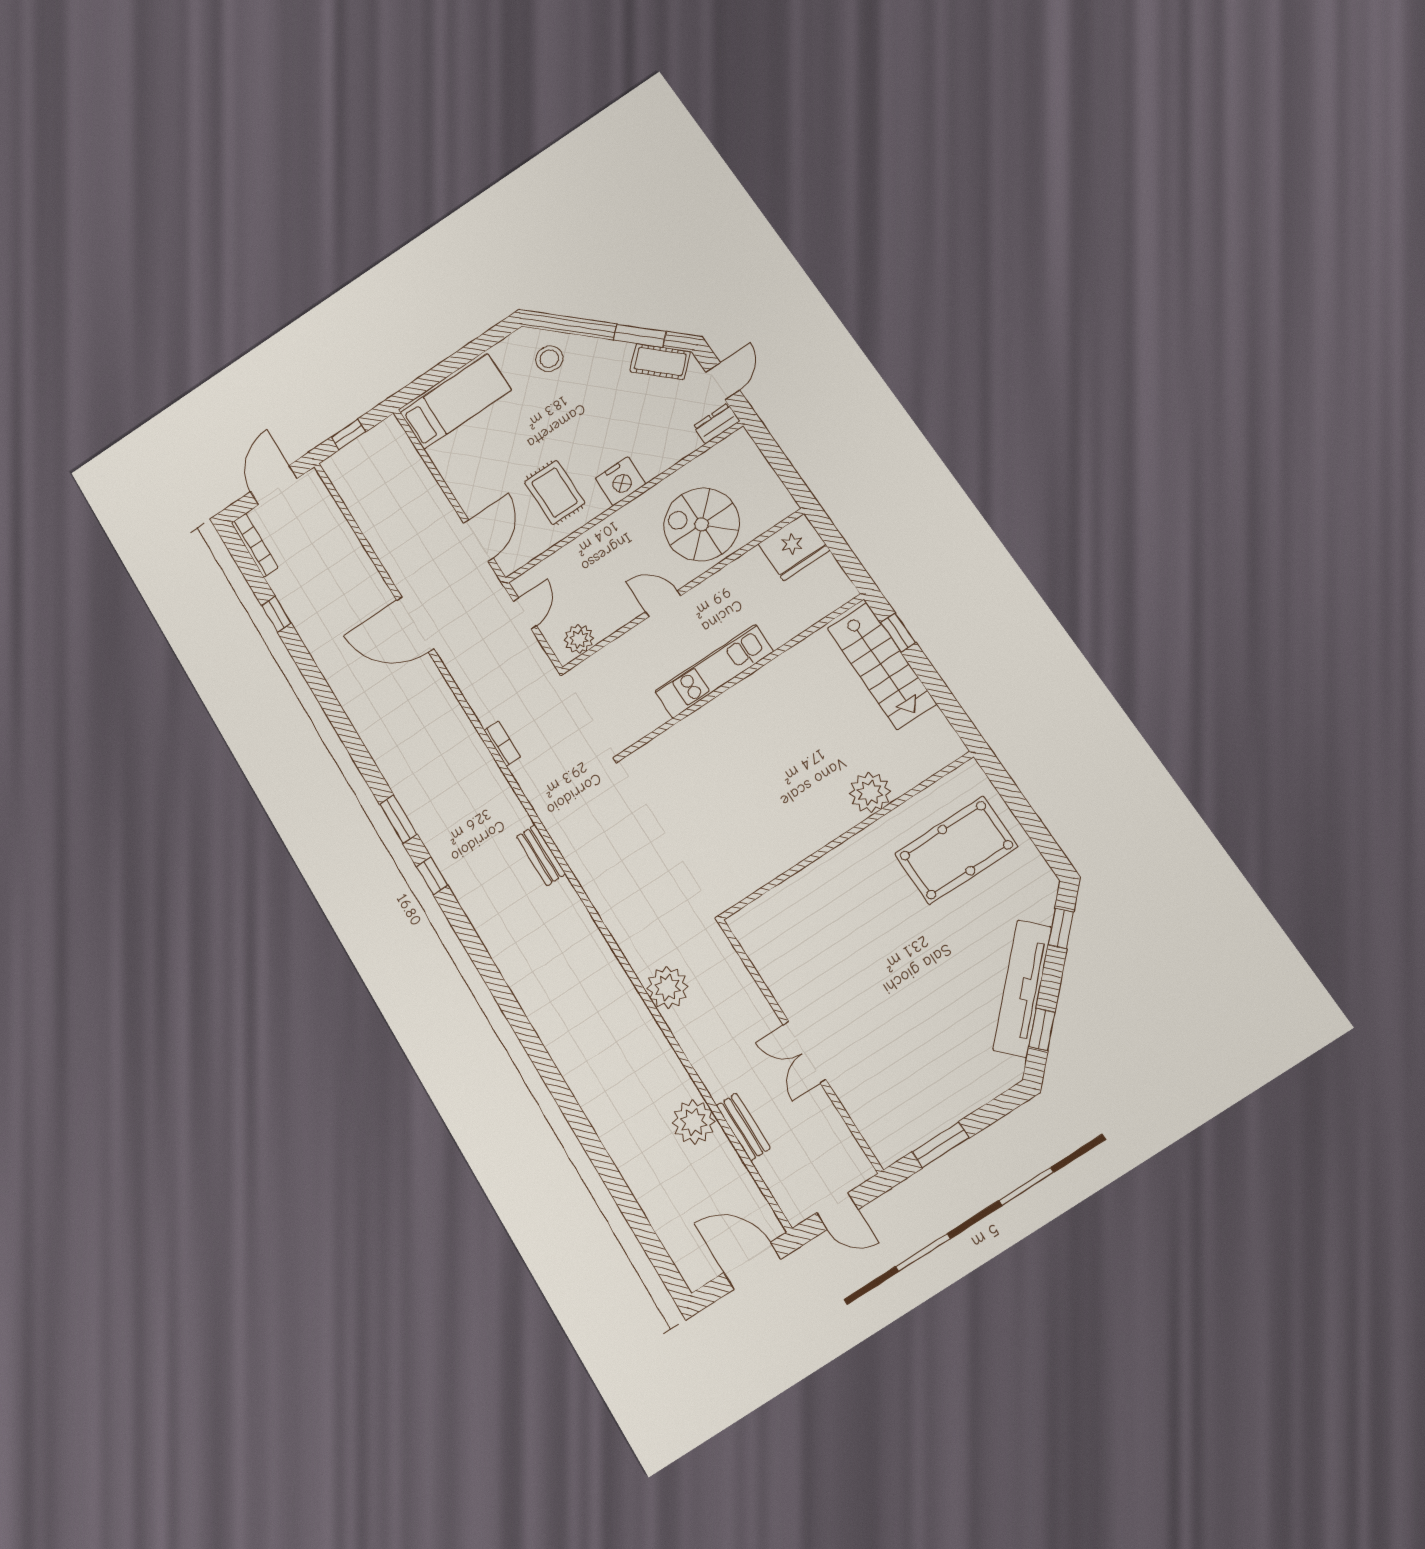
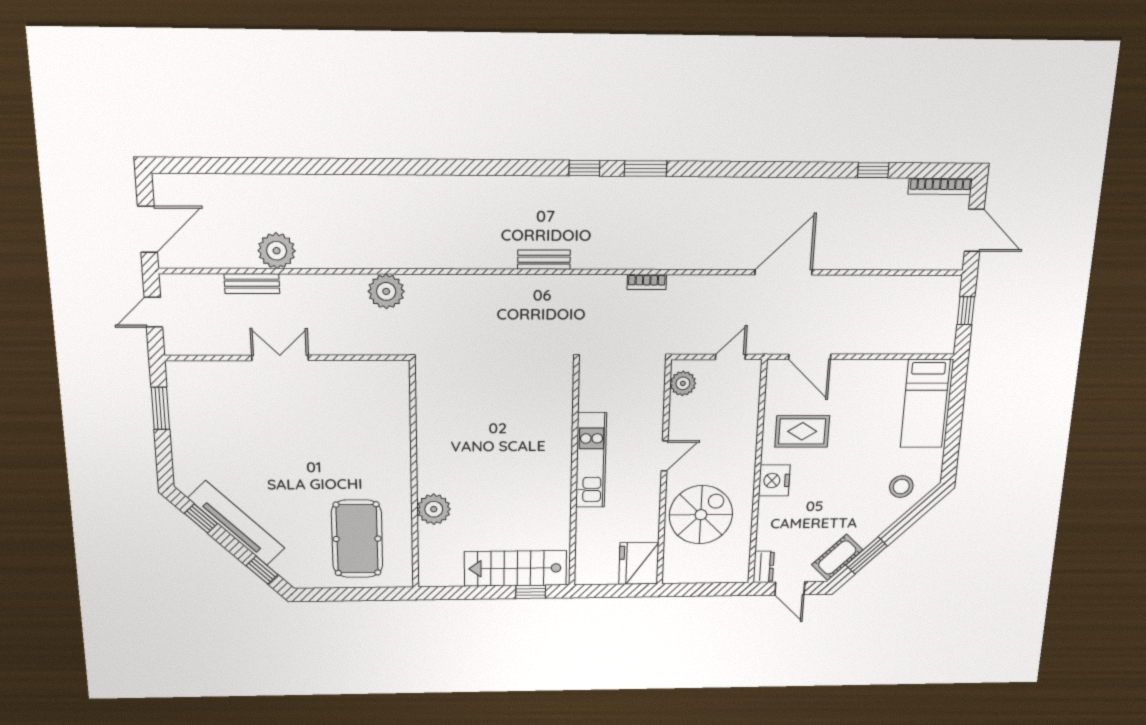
door: (525, 614) -> (730, 357), swing flipped

